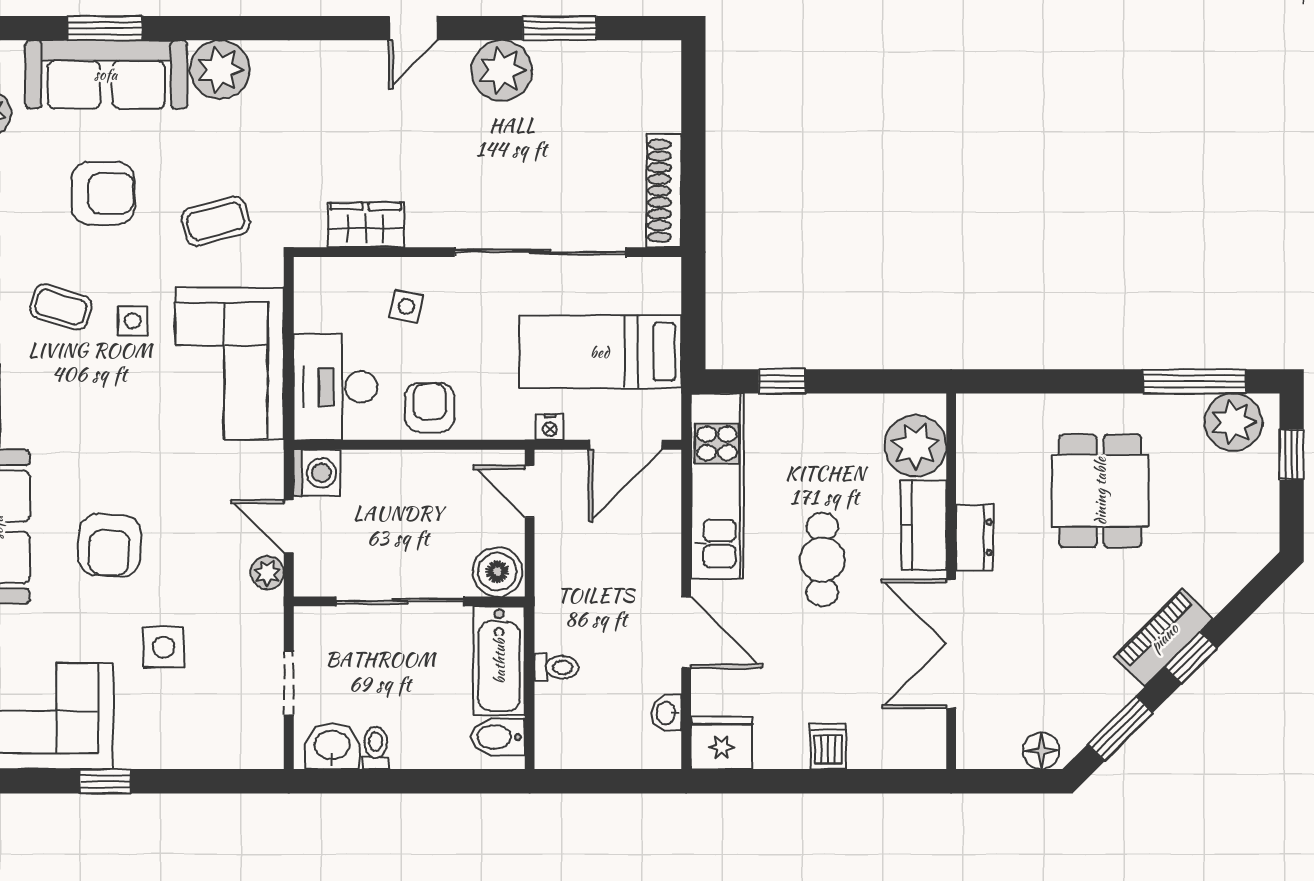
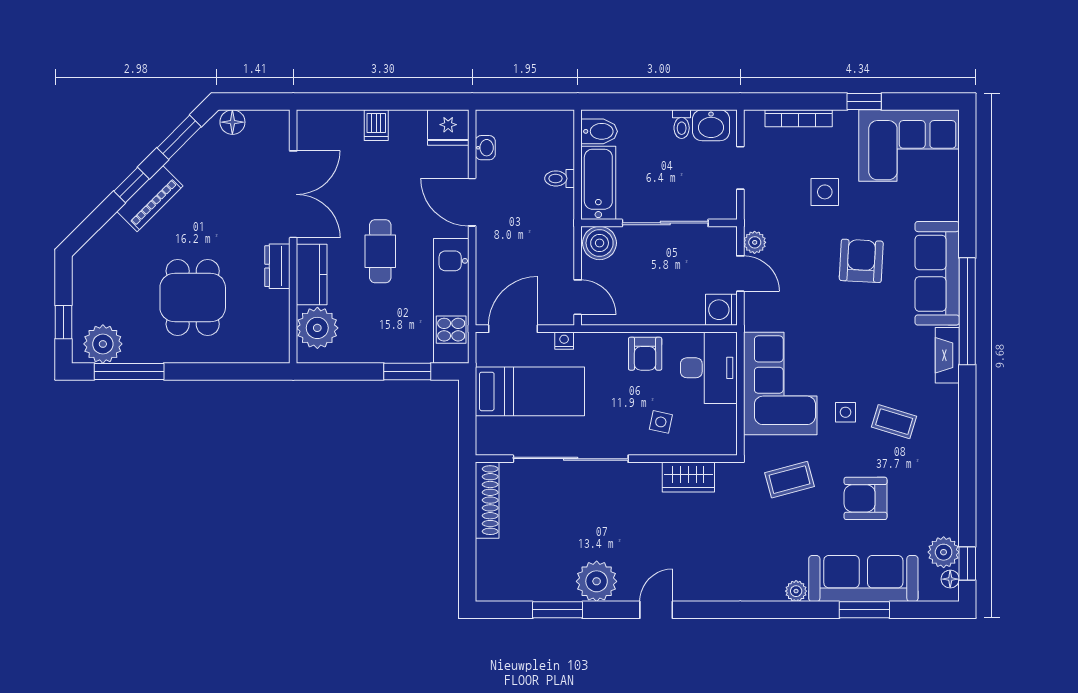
plant: (220, 70) -> (796, 591), width x0.53, depth x0.53
window: (782, 381) -> (407, 371), width x1.50
bookcase: (202, 757) -> (799, 118), added

